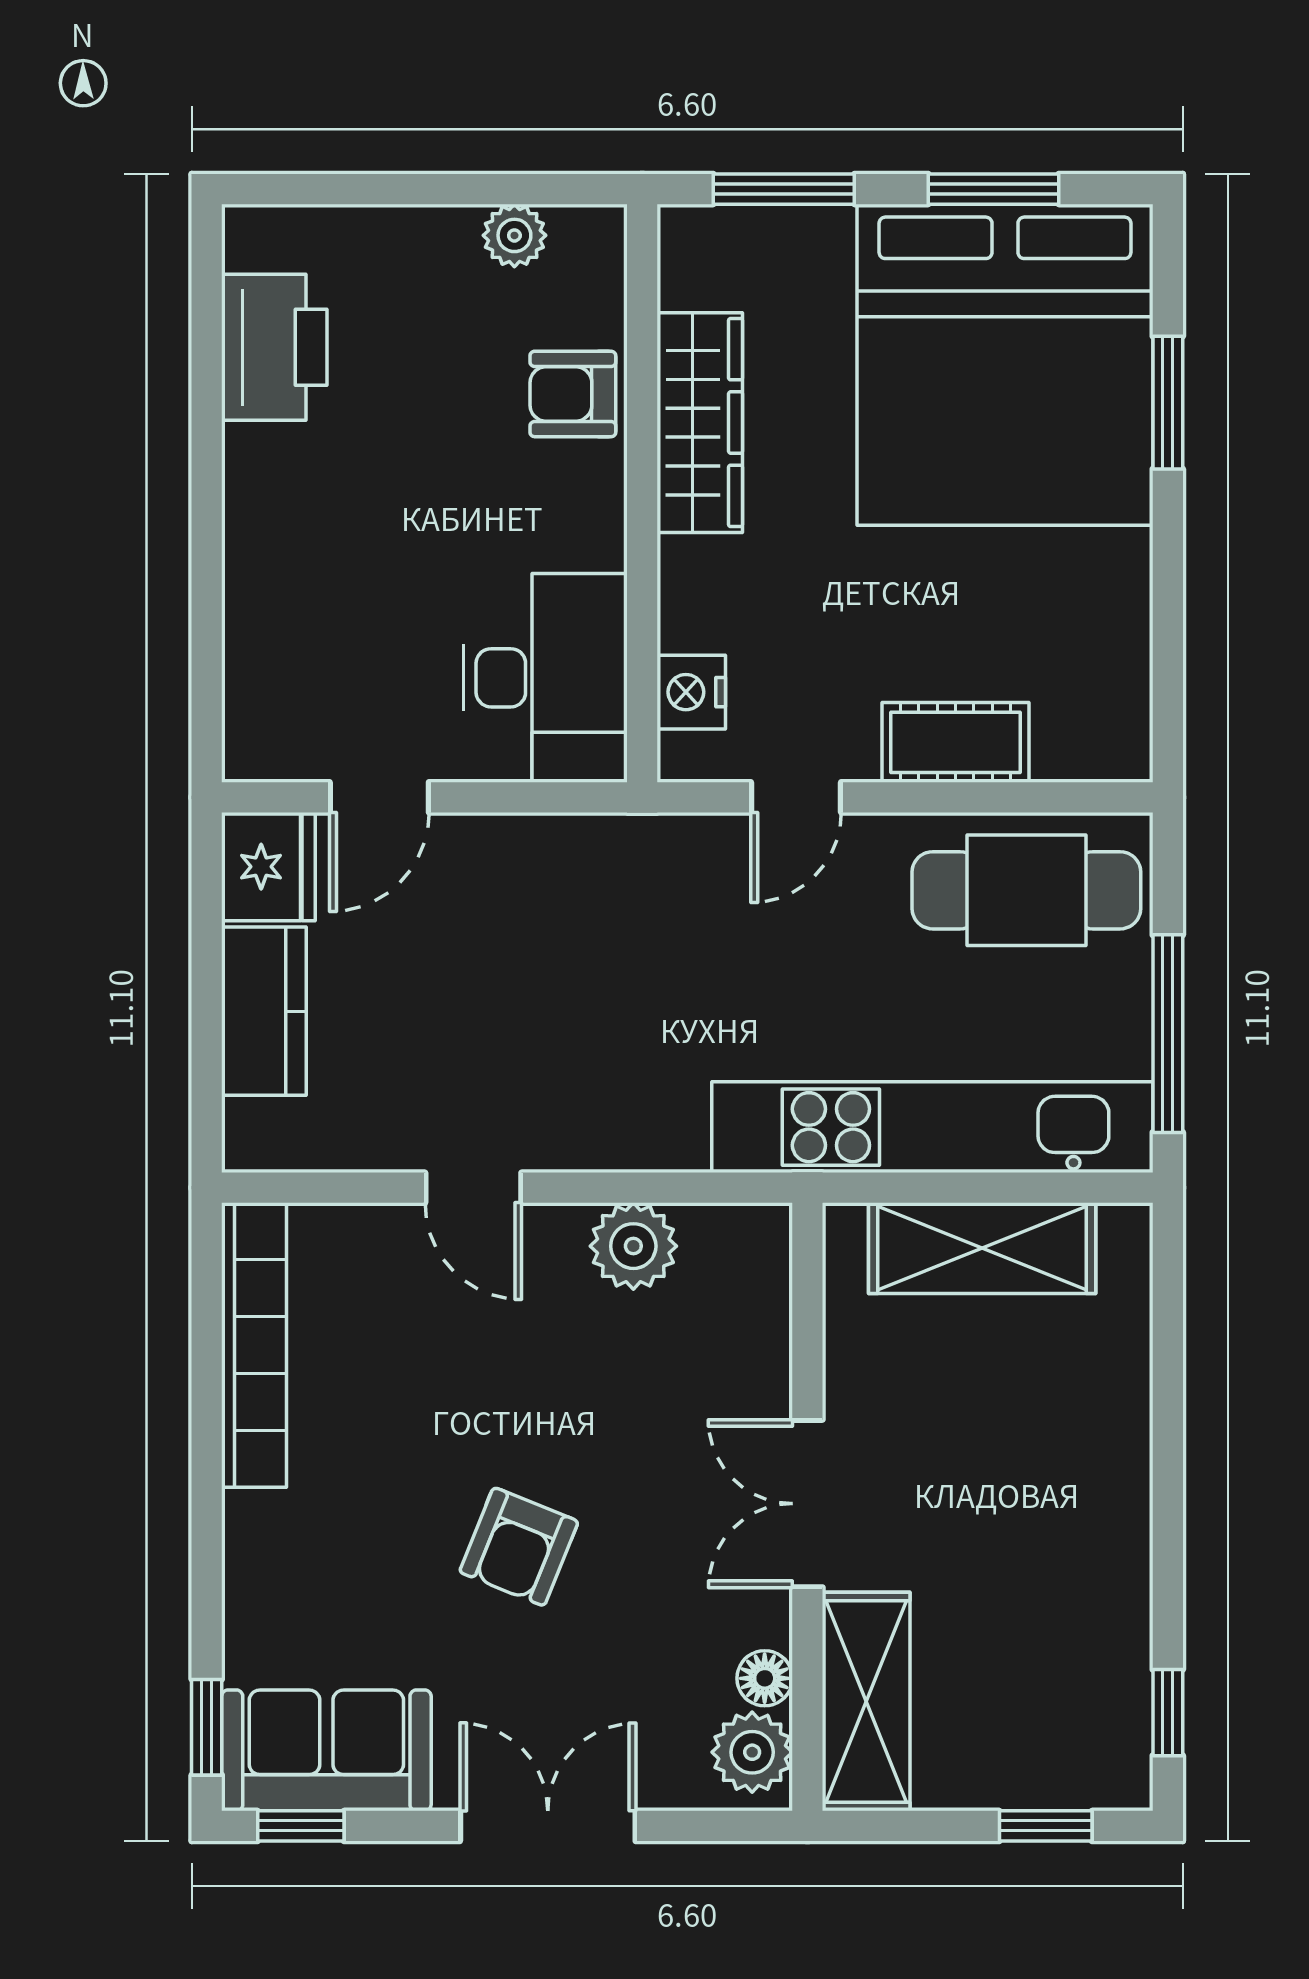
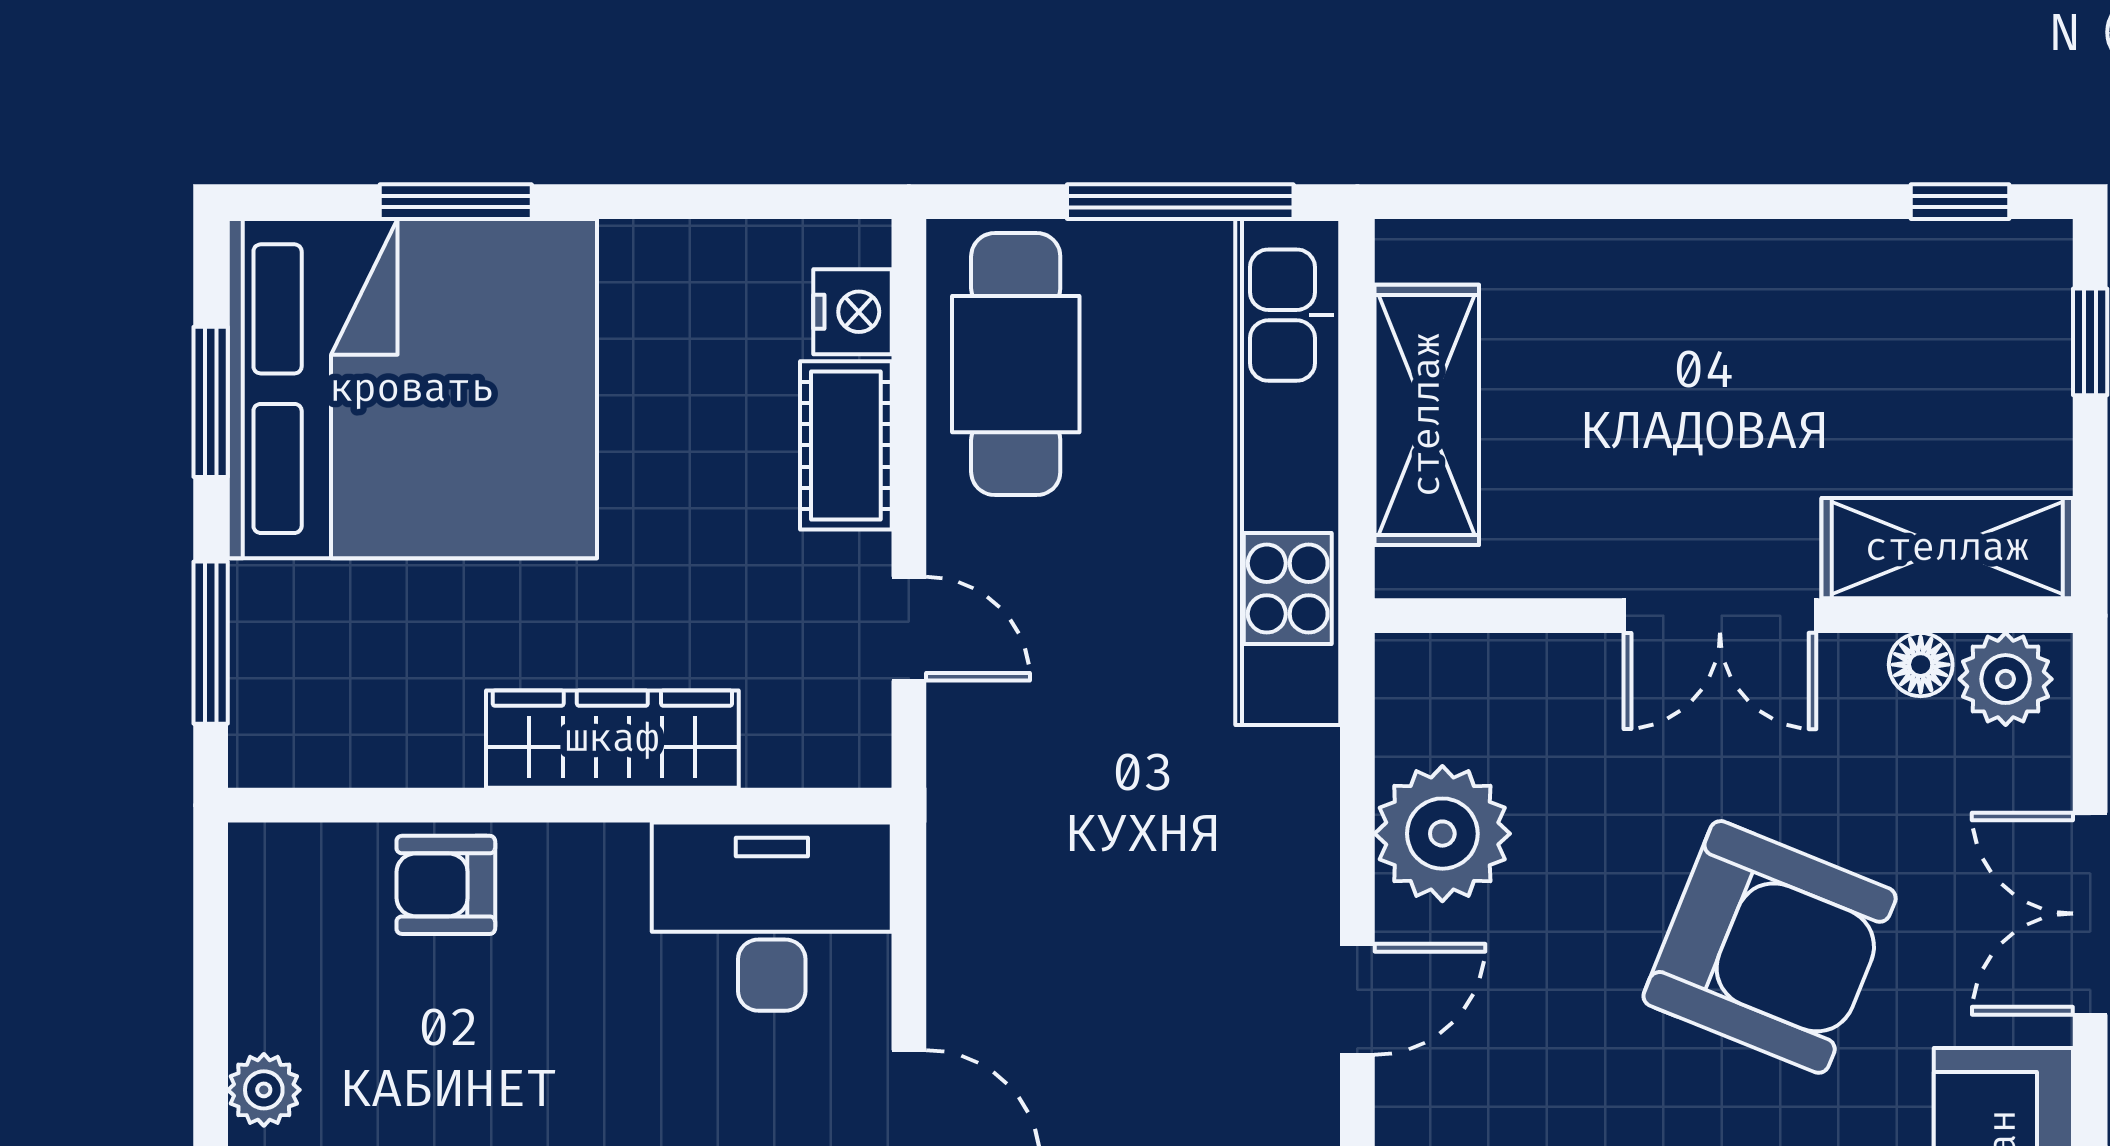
plant: (514, 235) -> (264, 1090), moved
armchair: (573, 394) -> (446, 885), turned 90
wardrobe: (700, 423) -> (612, 739), moved
nightstand: (691, 692) -> (853, 312), moved, turned -90
plant: (633, 1246) -> (1442, 834), width x1.36, depth x1.36
armchair: (519, 1547) -> (1770, 947), width x1.88, depth x1.88

